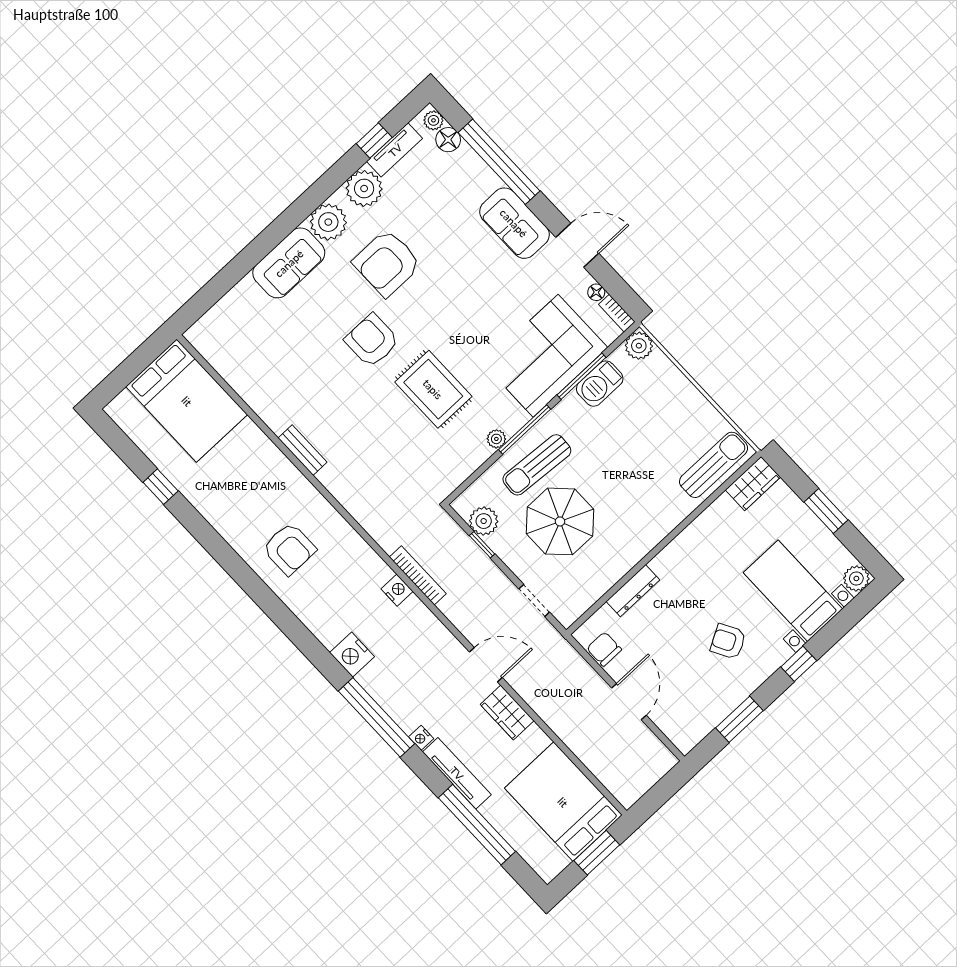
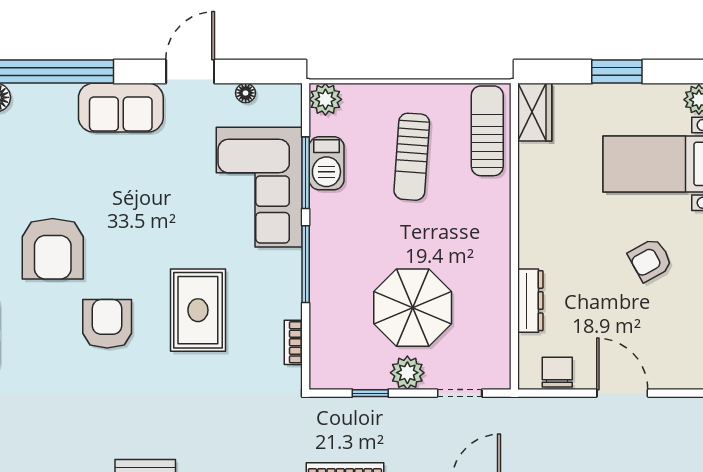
bookcase: (617, 313) -> (293, 342), moved, turned 90
armchair: (372, 341) -> (107, 324), turned 90
rug: (433, 389) -> (198, 310), turned 90
plant: (496, 439) -> (291, 296), removed
sun lounger: (537, 465) -> (412, 157), moved
plant: (484, 521) -> (407, 373), moved
chair: (604, 649) -> (557, 372), turned 90

